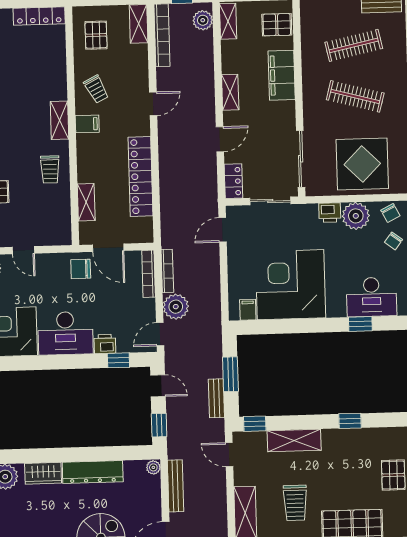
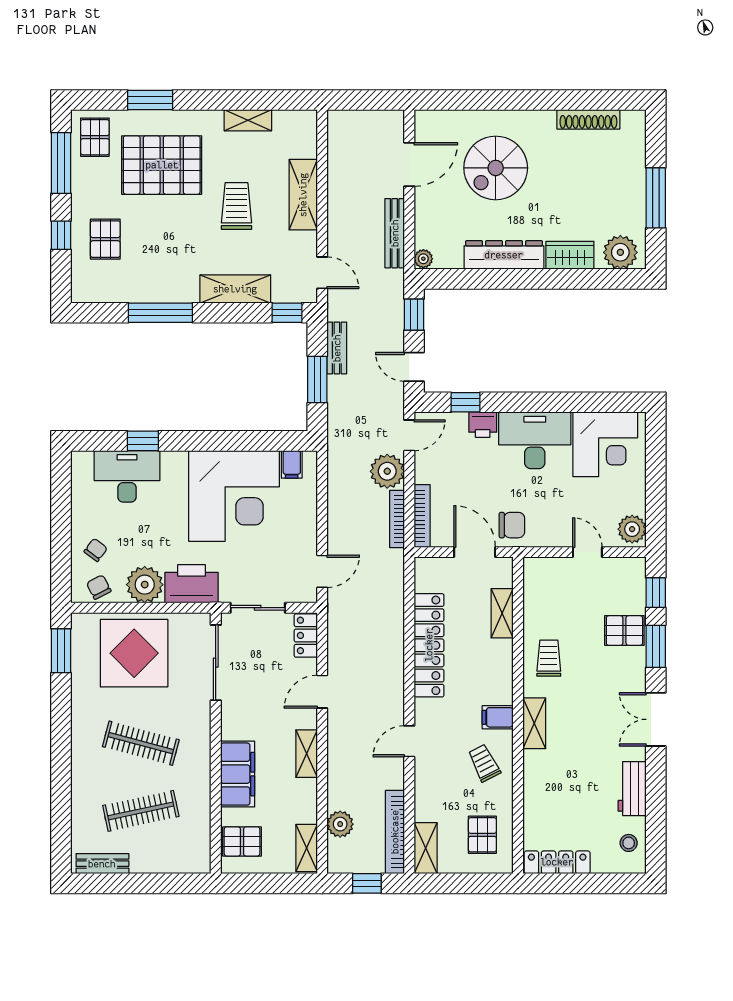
plant: (203, 20) -> (340, 824), moved
printer: (330, 213) -> (192, 584), width x1.87, depth x1.48
window: (350, 421) -> (160, 313), width x2.17

